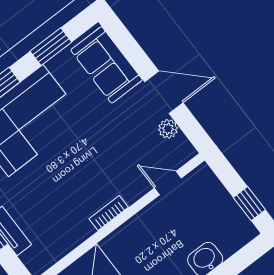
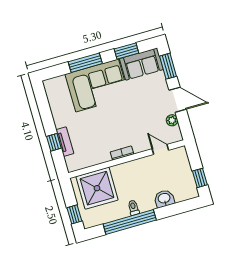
window: (127, 45) -> (168, 66), added
sofa: (107, 65) -> (141, 64), moved, turned -90

